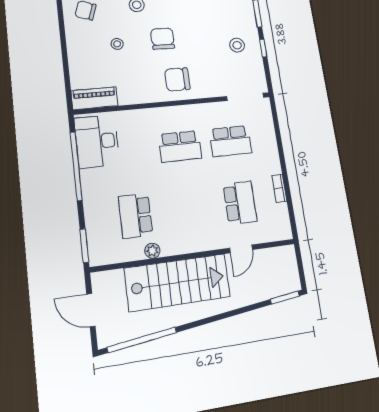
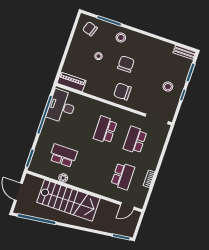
school desk: (230, 141) -> (135, 140), turned 90
school desk: (180, 146) -> (105, 130), turned 90
school desk: (136, 216) -> (63, 156), turned 90
door: (241, 249) -> (127, 206), moved

